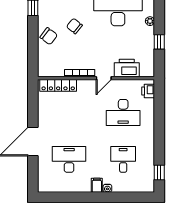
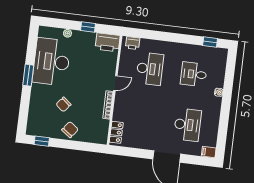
printer: (127, 68) -> (108, 42), moved, turned -90
door: (104, 78) -> (115, 83), hinge flipped
locker: (58, 85) -> (116, 132), width x0.66
desk: (69, 159) -> (187, 125), turned 180
filing cabinet: (97, 185) -> (209, 152), moved

